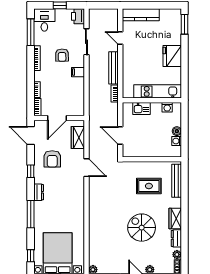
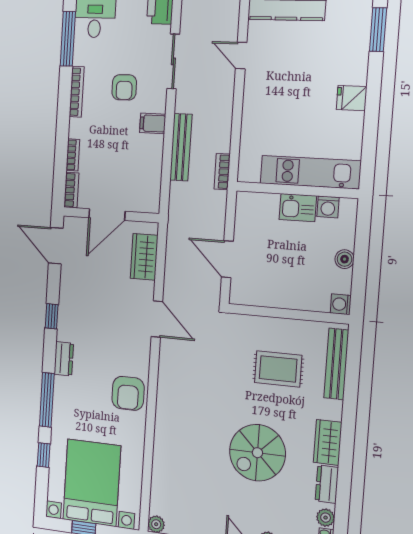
fridge: (172, 56) -> (352, 98), width x0.53, depth x0.75
bench: (114, 68) -> (181, 147), moved
kitchen sink: (141, 109) -> (298, 208), moved
washing machine: (177, 141) -> (341, 304), moved
armchair: (52, 159) -> (128, 393), moved
spiral stairs: (142, 228) -> (257, 453), turned -90
window: (31, 256) -> (44, 455), moved

